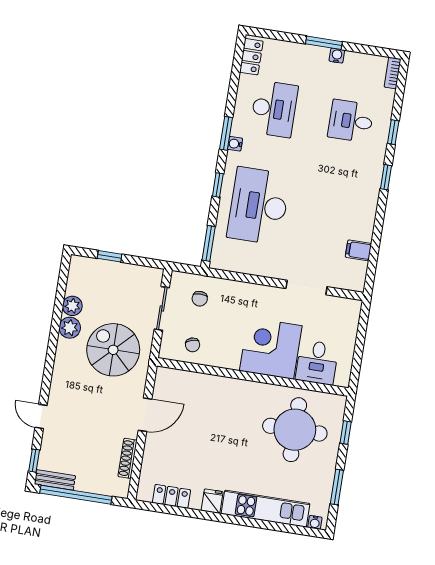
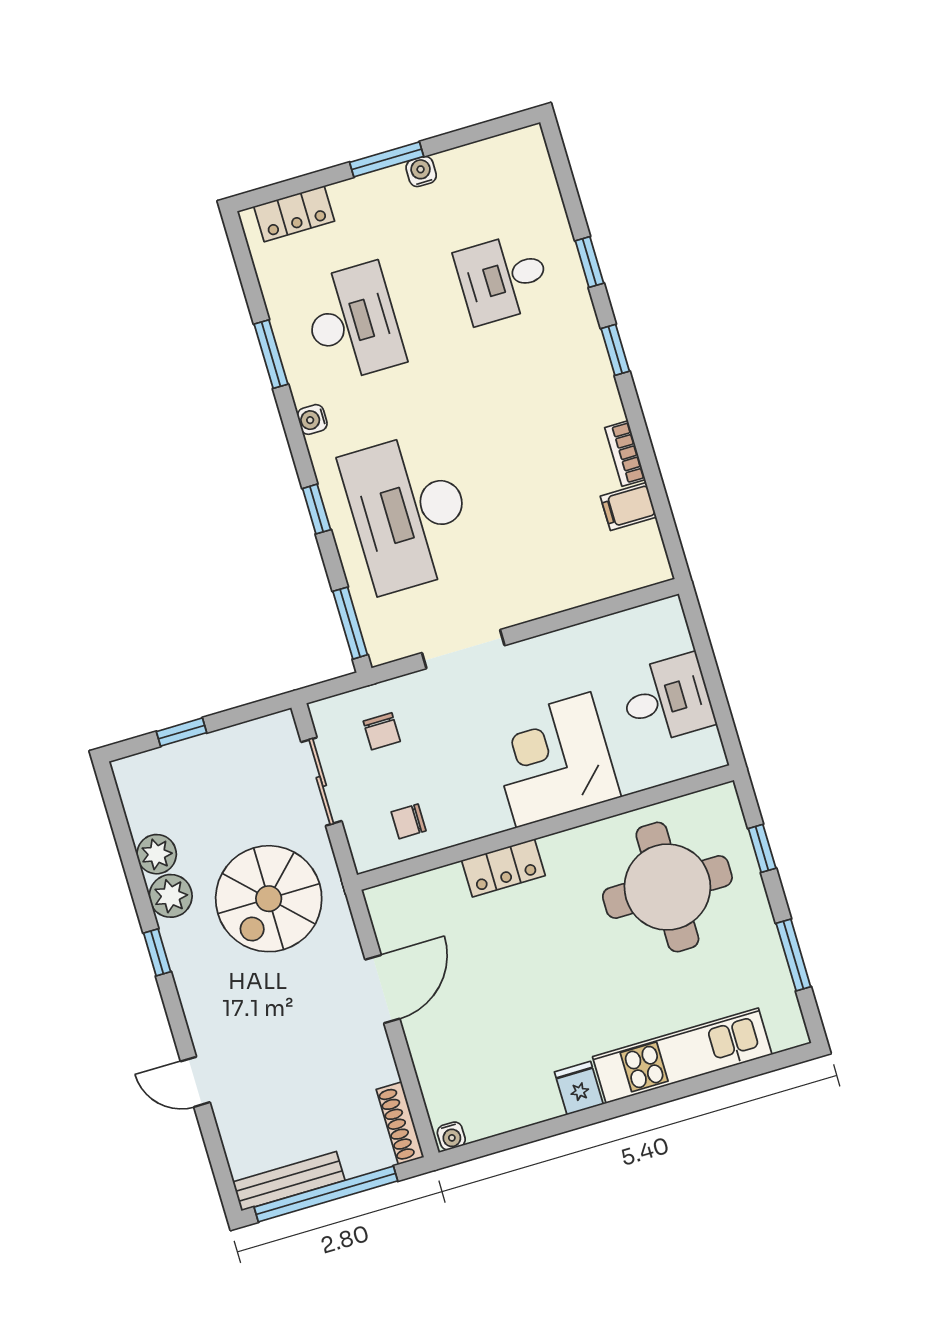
locker: (251, 57) -> (294, 214), moved, turned 90
bookcase: (392, 73) -> (625, 454), moved
window: (226, 133) -> (271, 354), moved
doorway: (306, 288) -> (463, 649), moved
chair: (193, 345) -> (409, 821), turned 107
spiral stairs: (113, 350) -> (269, 899), turned -90
desk: (317, 362) -> (667, 699), moved, turned -90
shoe rack: (128, 458) -> (400, 1123), moved
window: (34, 461) -> (157, 952), moved
bench: (55, 480) -> (289, 1181), width x1.36
locker: (172, 496) -> (503, 868), moved, turned 180
water cooler: (315, 522) -> (451, 1136), moved

